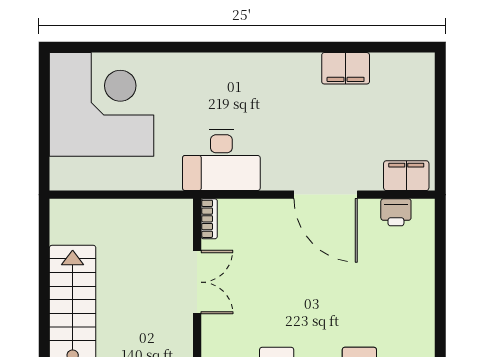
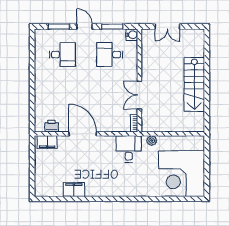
desk: (221, 160) -> (129, 149), width x0.73
plant: (169, 179) -> (152, 141), added

